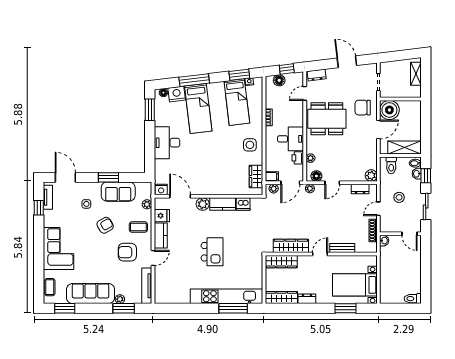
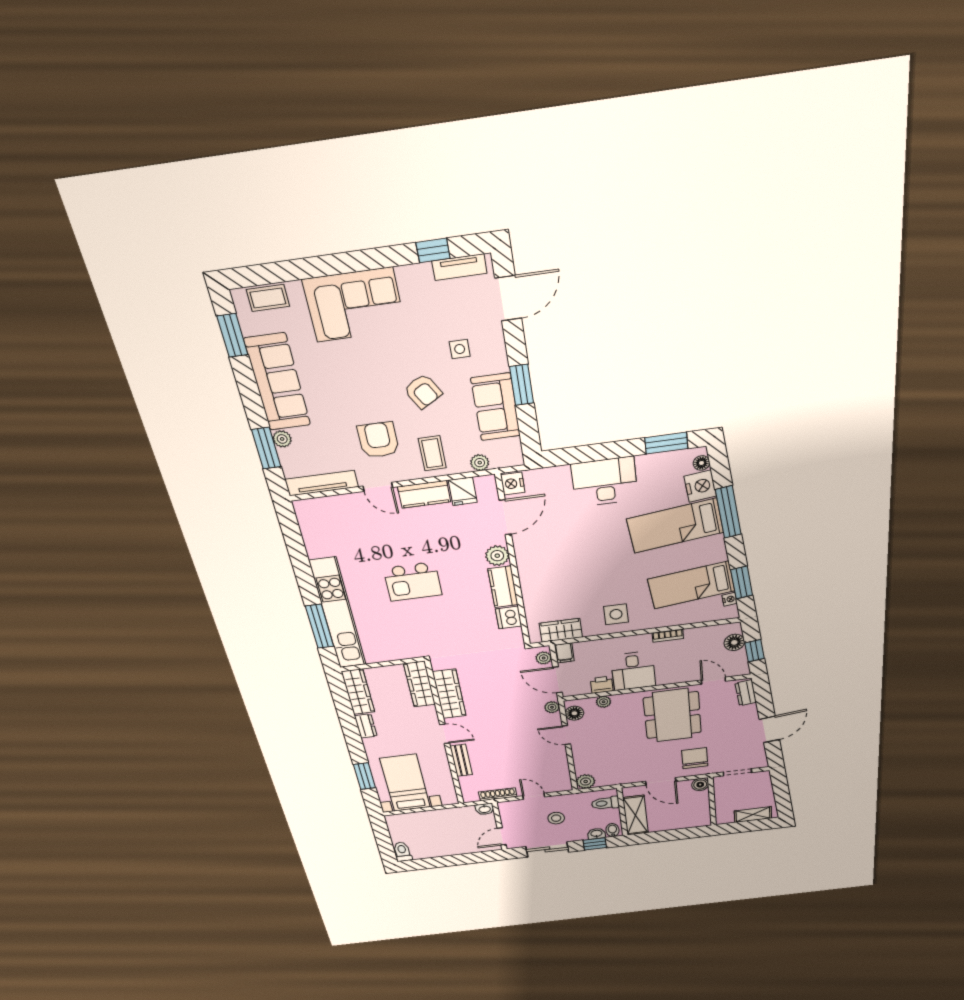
boiler: (389, 110) -> (700, 785), width x0.54, depth x0.54
dresser: (360, 189) -> (562, 771), removed

